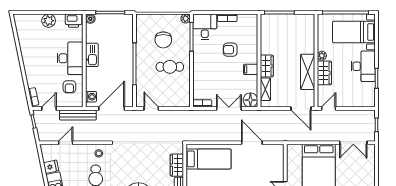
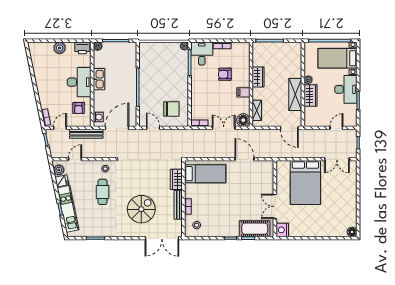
chair: (163, 40) -> (171, 109), moved, turned -90
wardrobe: (267, 66) -> (258, 77), moved
cafe table: (170, 67) -> (170, 90), removed
door: (329, 109) -> (336, 128), moved
plant: (48, 155) -> (59, 170), added

